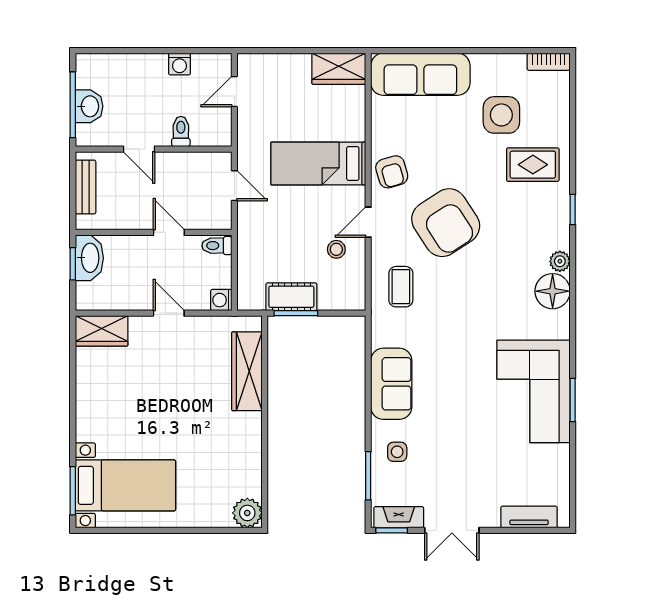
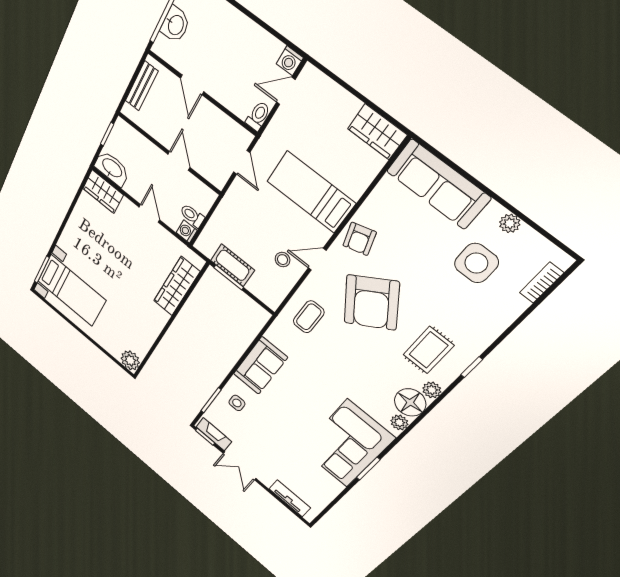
bookcase: (549, 62) -> (541, 283), moved, turned 90
plant: (499, 63) -> (510, 223), added
washing machine: (179, 64) -> (290, 61), moved
toilet: (181, 131) -> (258, 116), moved
rug: (533, 165) -> (428, 350), moved, turned 90
toilet: (217, 246) -> (192, 216), moved
washbasin: (89, 258) -> (112, 168), moved, turned -90
plant: (560, 321) -> (399, 422), added

